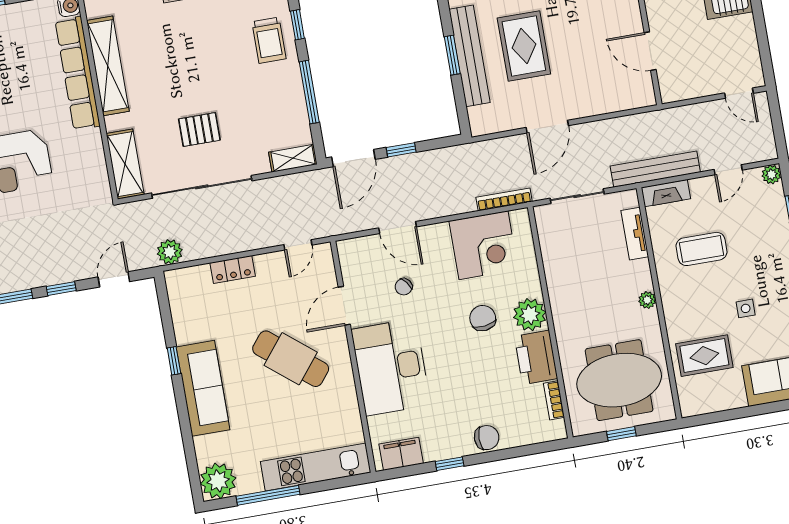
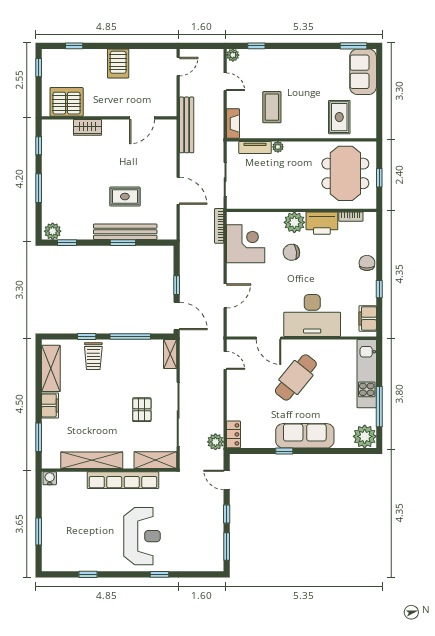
trolley: (269, 40) -> (93, 356), turned 90
rug: (524, 46) -> (125, 197), width x0.73, depth x0.70
row of seats: (78, 73) -> (123, 480), moved
bench: (655, 169) -> (187, 125), moved
locker: (233, 269) -> (233, 434), moved
chair: (404, 287) -> (263, 299), removed
plant: (647, 300) -> (278, 147), moved
side table: (746, 308) -> (314, 86), removed

